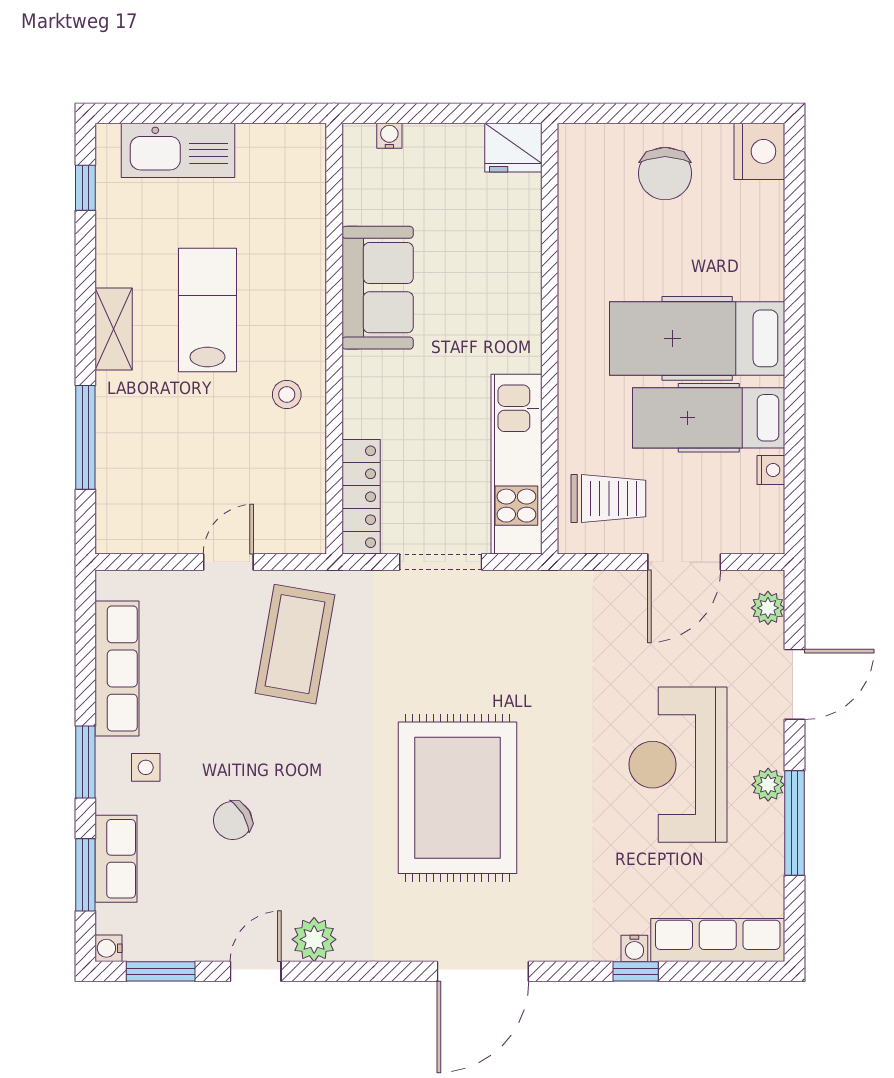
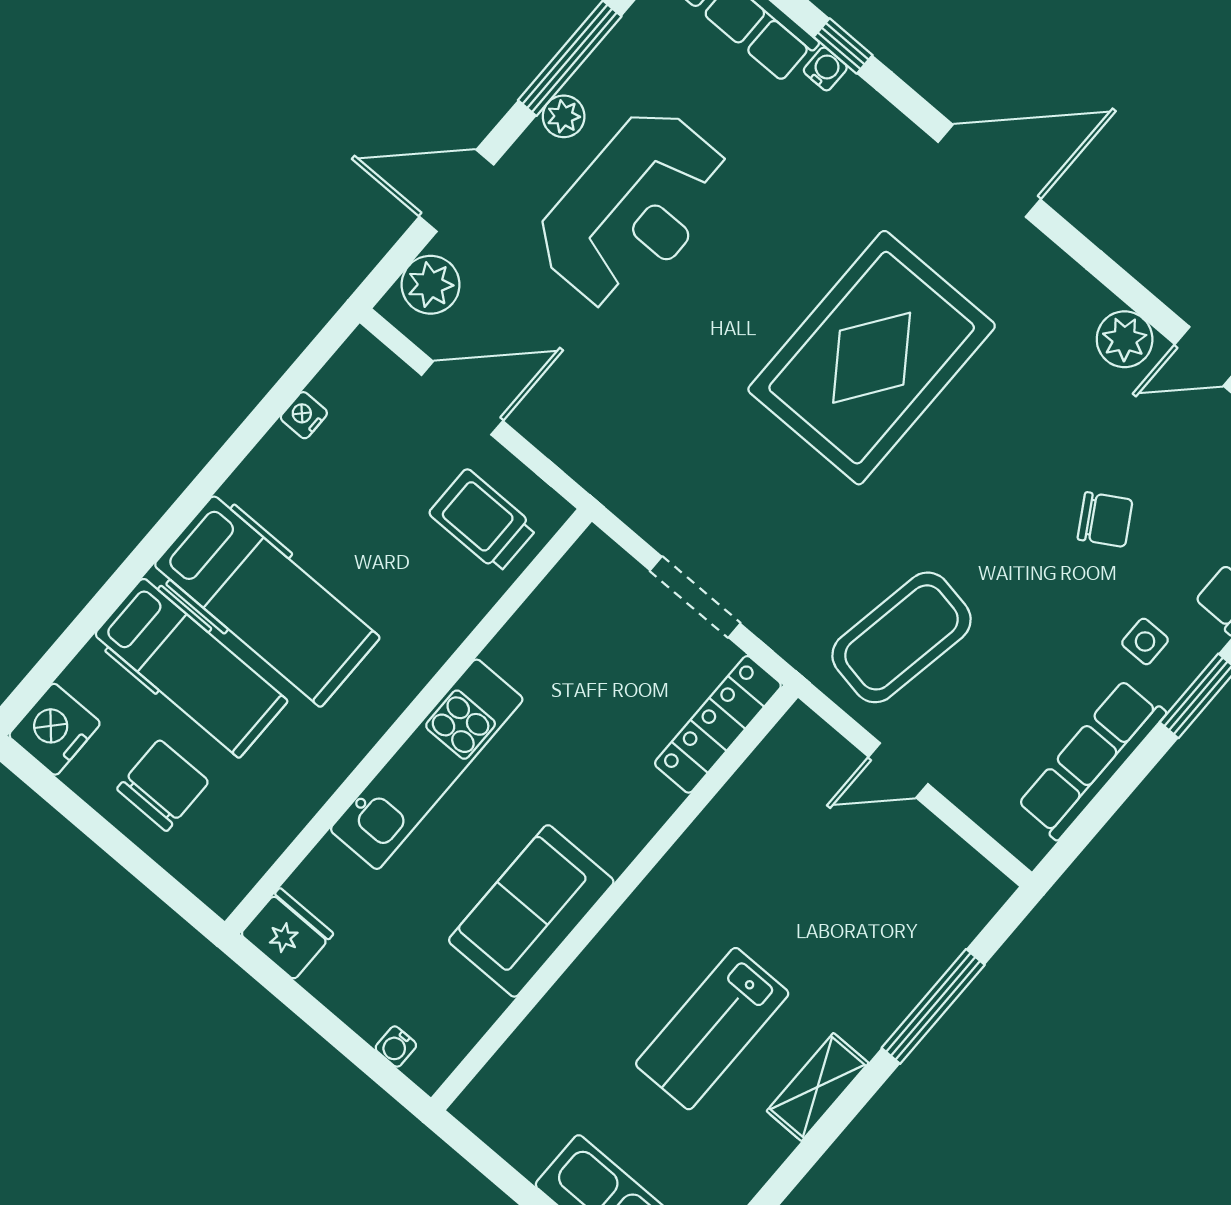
stool: (287, 394) -> (705, 883), removed
hospital bed: (709, 418) -> (191, 668), moved
kitchen unit: (516, 464) -> (427, 764), moved
plant: (768, 608) -> (431, 285), width x1.38, depth x1.38

